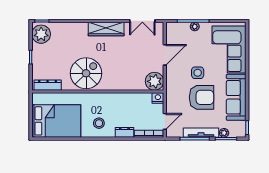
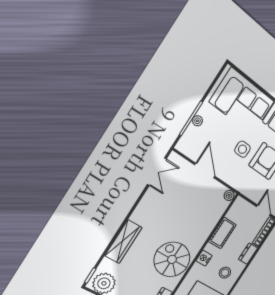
wardrobe: (106, 29) -> (123, 242), moved
plant: (155, 81) -> (229, 195), width x0.53, depth x0.53
nightstand: (158, 98) -> (204, 258), moved
cot: (128, 100) -> (222, 233), added

